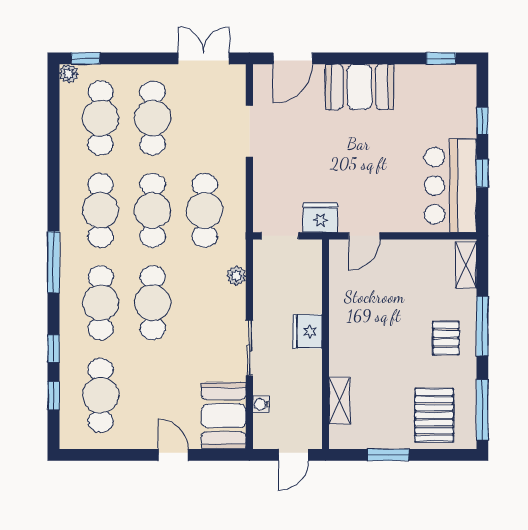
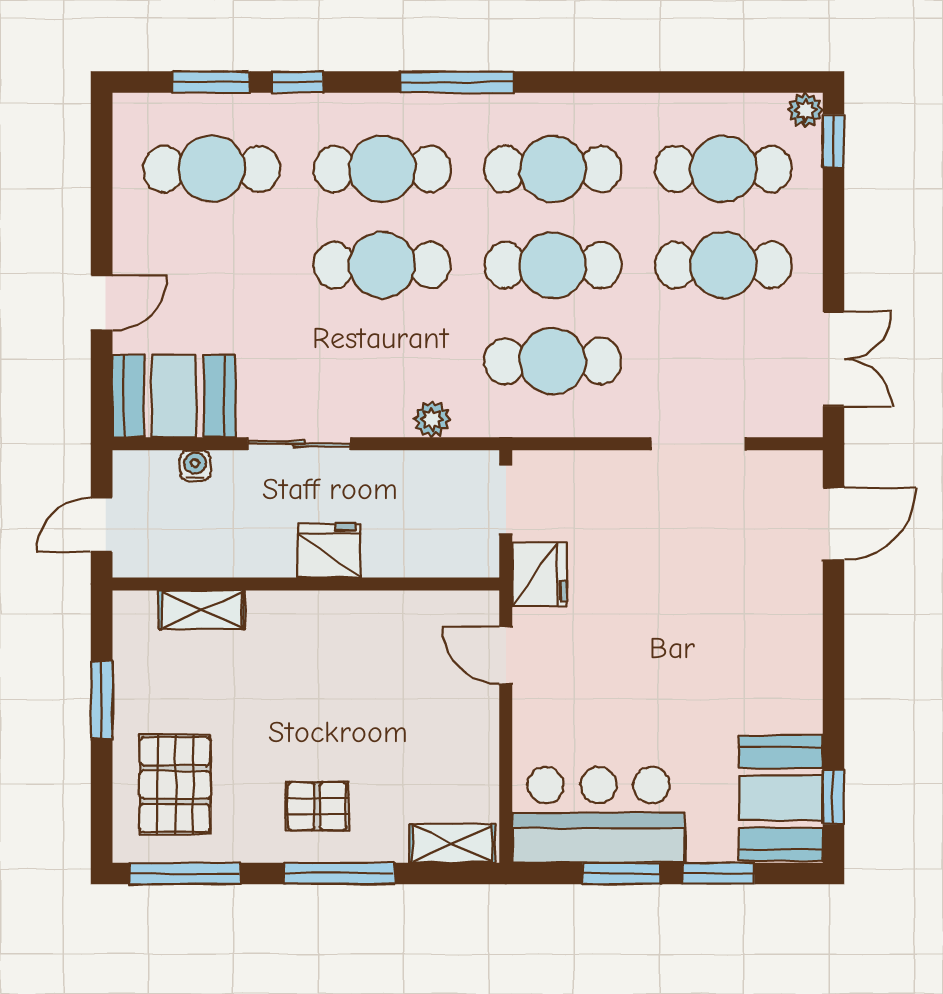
door: (293, 58) -> (833, 524), swing flipped
booth: (360, 87) -> (781, 798), moved
window: (482, 121) -> (718, 873), width x1.50
window: (482, 173) -> (621, 873), width x1.50
window: (54, 396) -> (211, 82), width x1.50
pallet: (434, 415) -> (175, 785), turned 90
door: (293, 455) -> (102, 525), hinge flipped

